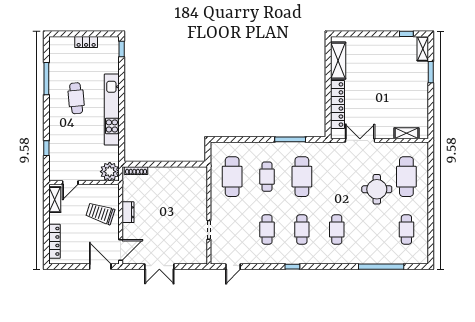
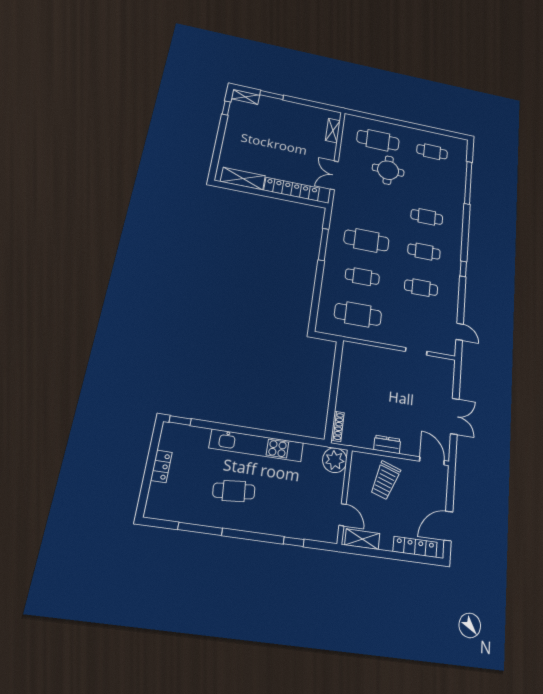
door: (100, 267) -> (448, 526), moved

